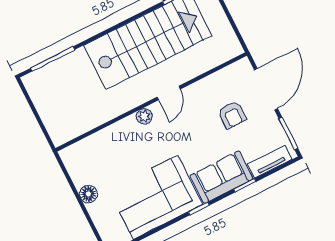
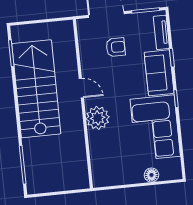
plant: (144, 116) -> (98, 118), width x1.88, depth x1.88
floor lamp: (88, 194) -> (151, 175), moved

